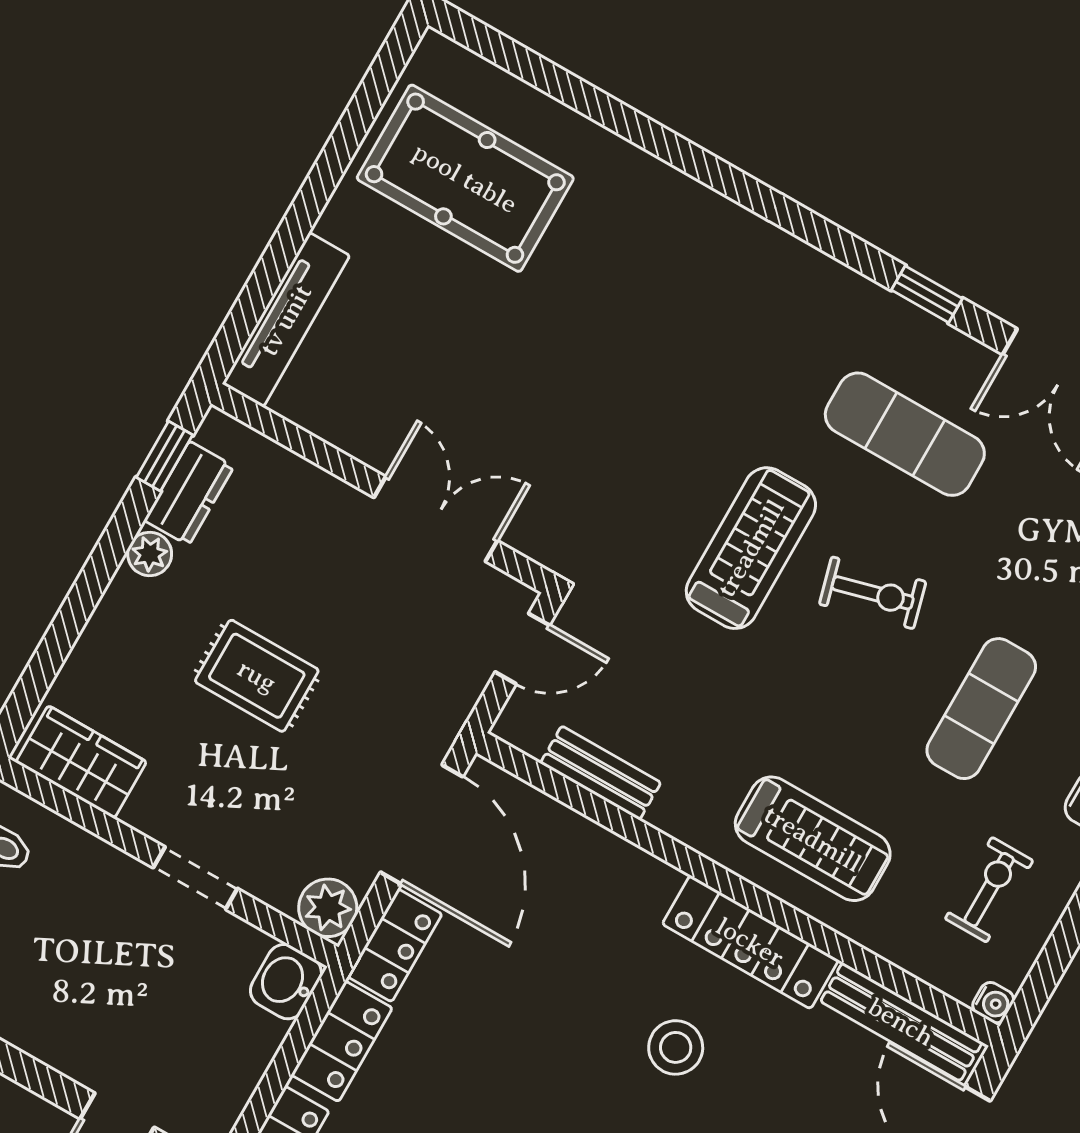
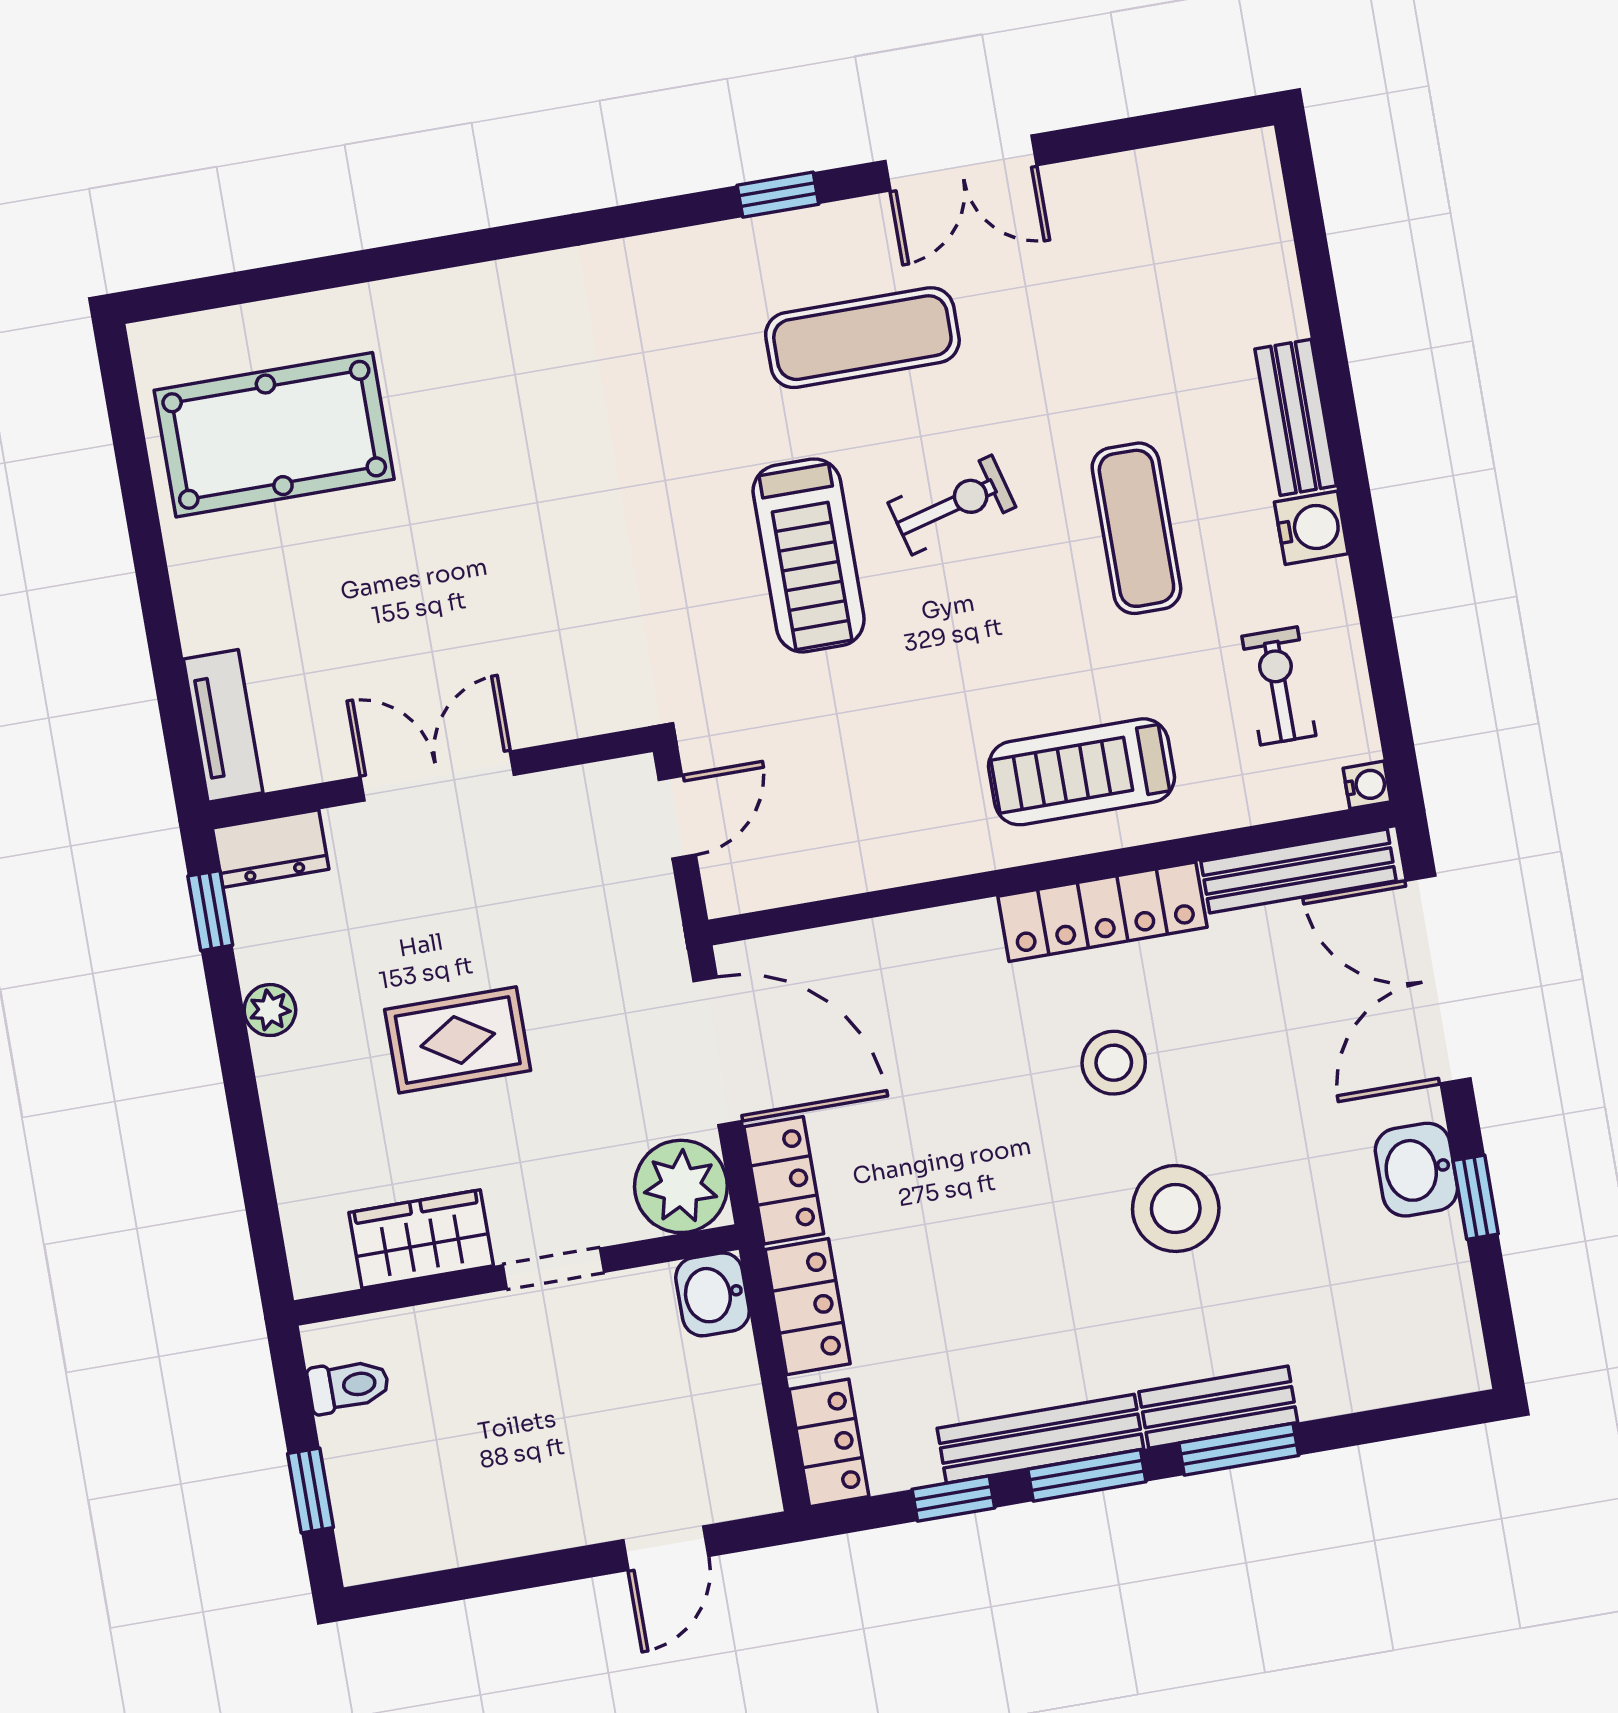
tv unit: (286, 320) -> (223, 726), width x0.71
dresser: (189, 493) -> (271, 849), moved, turned 90
double door: (436, 519) -> (437, 776), moved
treadmill: (751, 548) -> (809, 555), turned 180
wardrobe: (81, 762) -> (421, 1239), moved
bench: (601, 773) -> (841, 871), removed
treadmill: (813, 839) -> (1082, 772), turned 180
plant: (328, 908) -> (681, 1186), width x1.36, depth x1.36

